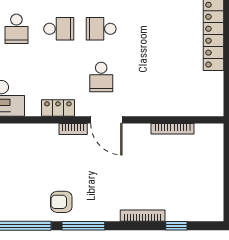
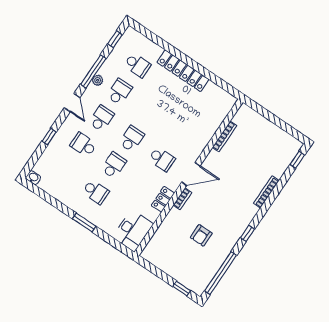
school desk: (101, 29) -> (132, 139), turned 180
armchair: (61, 202) -> (201, 235), moved
window: (83, 226) -> (247, 233), width x0.46
window: (176, 226) -> (297, 160), moved

